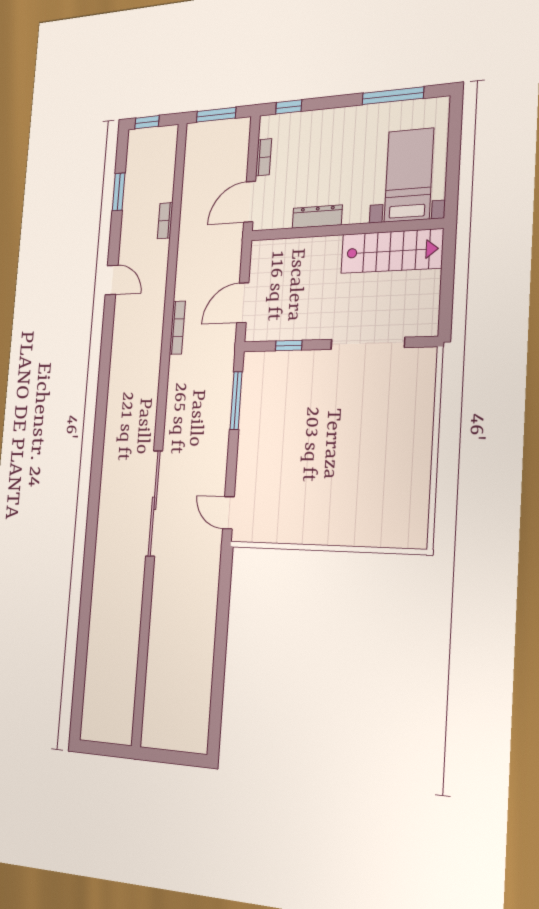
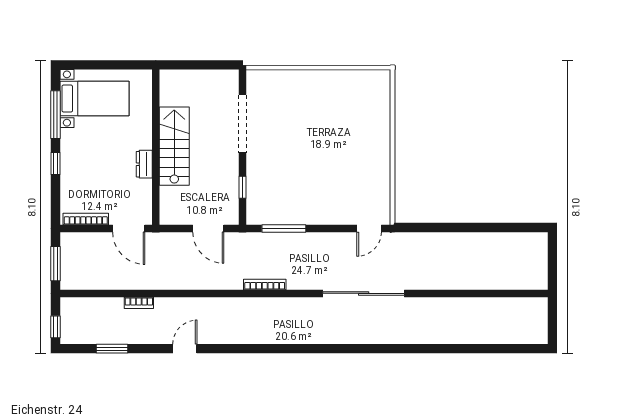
window: (289, 107) -> (55, 164), moved
bookcase: (264, 157) -> (86, 219), width x1.56
bed with nightstands: (409, 175) -> (94, 99), moved, turned 180
dresser: (317, 217) -> (144, 164), width x0.70
stairs: (392, 251) -> (174, 146), moved
bookcase: (177, 328) -> (265, 284), moved

